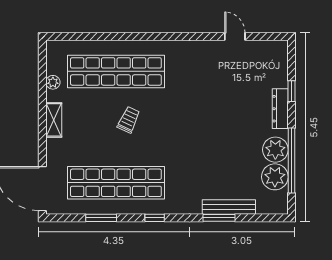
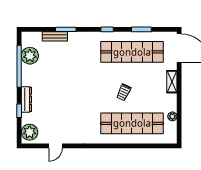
door: (235, 36) -> (56, 146), hinge flipped
shelving: (54, 120) -> (172, 82), moved
plant: (275, 150) -> (30, 132), moved
bench: (229, 207) -> (55, 36), width x0.73

